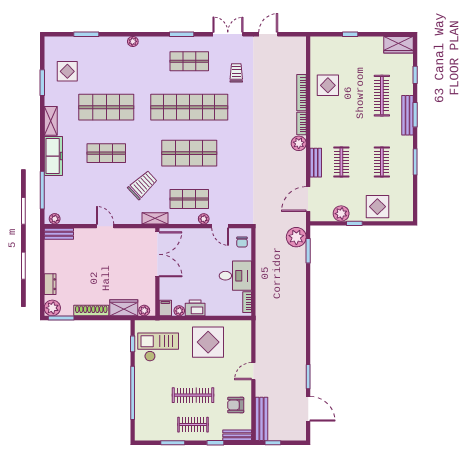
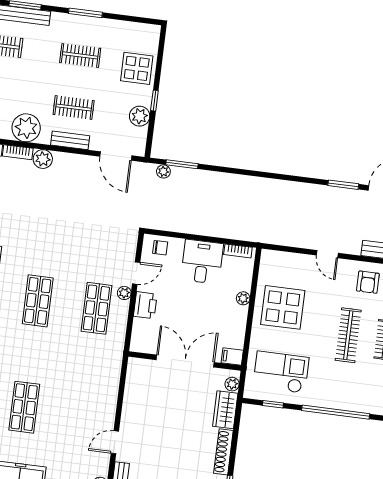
plant: (321, 127) -> (26, 128), added
shop shelf: (189, 153) -> (38, 301), width x0.70, depth x0.74
trolley: (143, 185) -> (71, 366), removed
shelving: (155, 218) -> (116, 355), removed
door: (105, 226) -> (115, 442), moved
plant: (296, 237) -> (163, 171), width x0.53, depth x0.53
double door: (157, 254) -> (185, 361), moved
printer: (195, 308) -> (145, 305), moved, turned 180
plant: (179, 311) -> (243, 298), moved
checkout: (158, 347) -> (281, 372), turned 90

